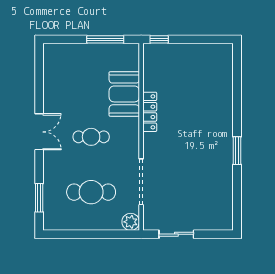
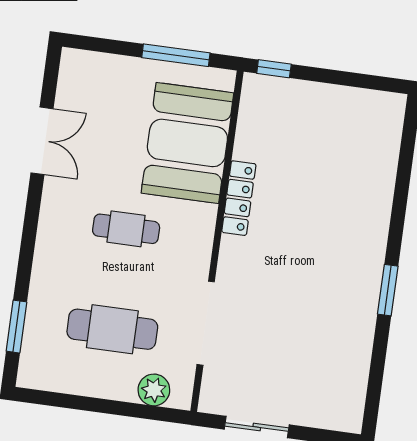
booth: (124, 94) -> (187, 143), width x1.36, depth x1.42
double door: (39, 132) -> (42, 141), moved
plant: (131, 222) -> (154, 390), moved

